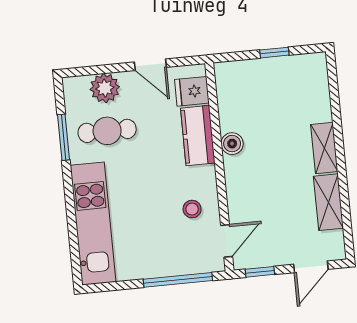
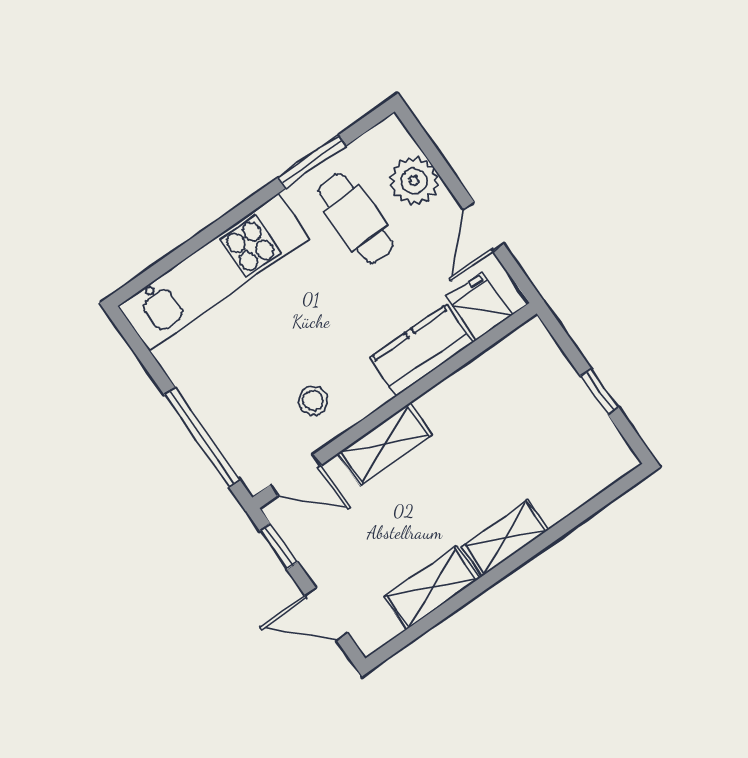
boiler: (232, 144) -> (437, 405), removed
shelving: (237, 184) -> (385, 444), added

